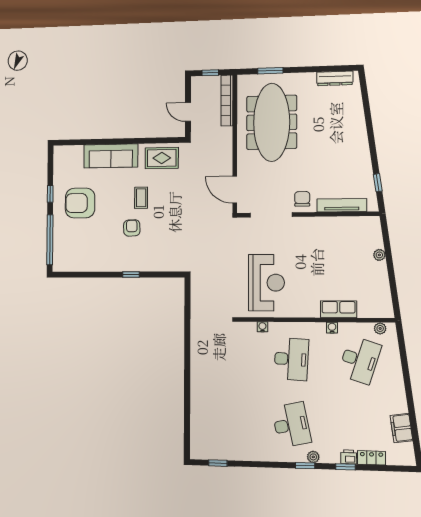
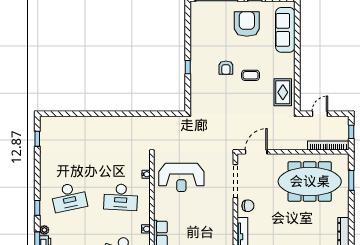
sofa: (111, 156) -> (285, 30), moved
armchair: (132, 228) -> (226, 68), turned 92
plant: (313, 457) -> (44, 230), moved

